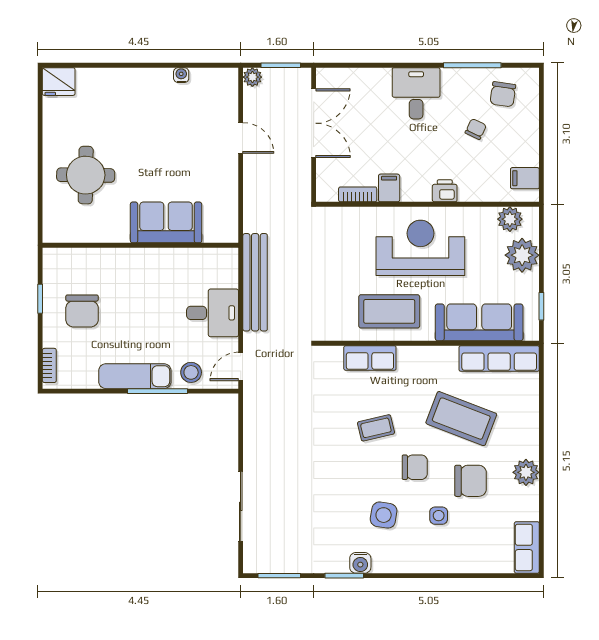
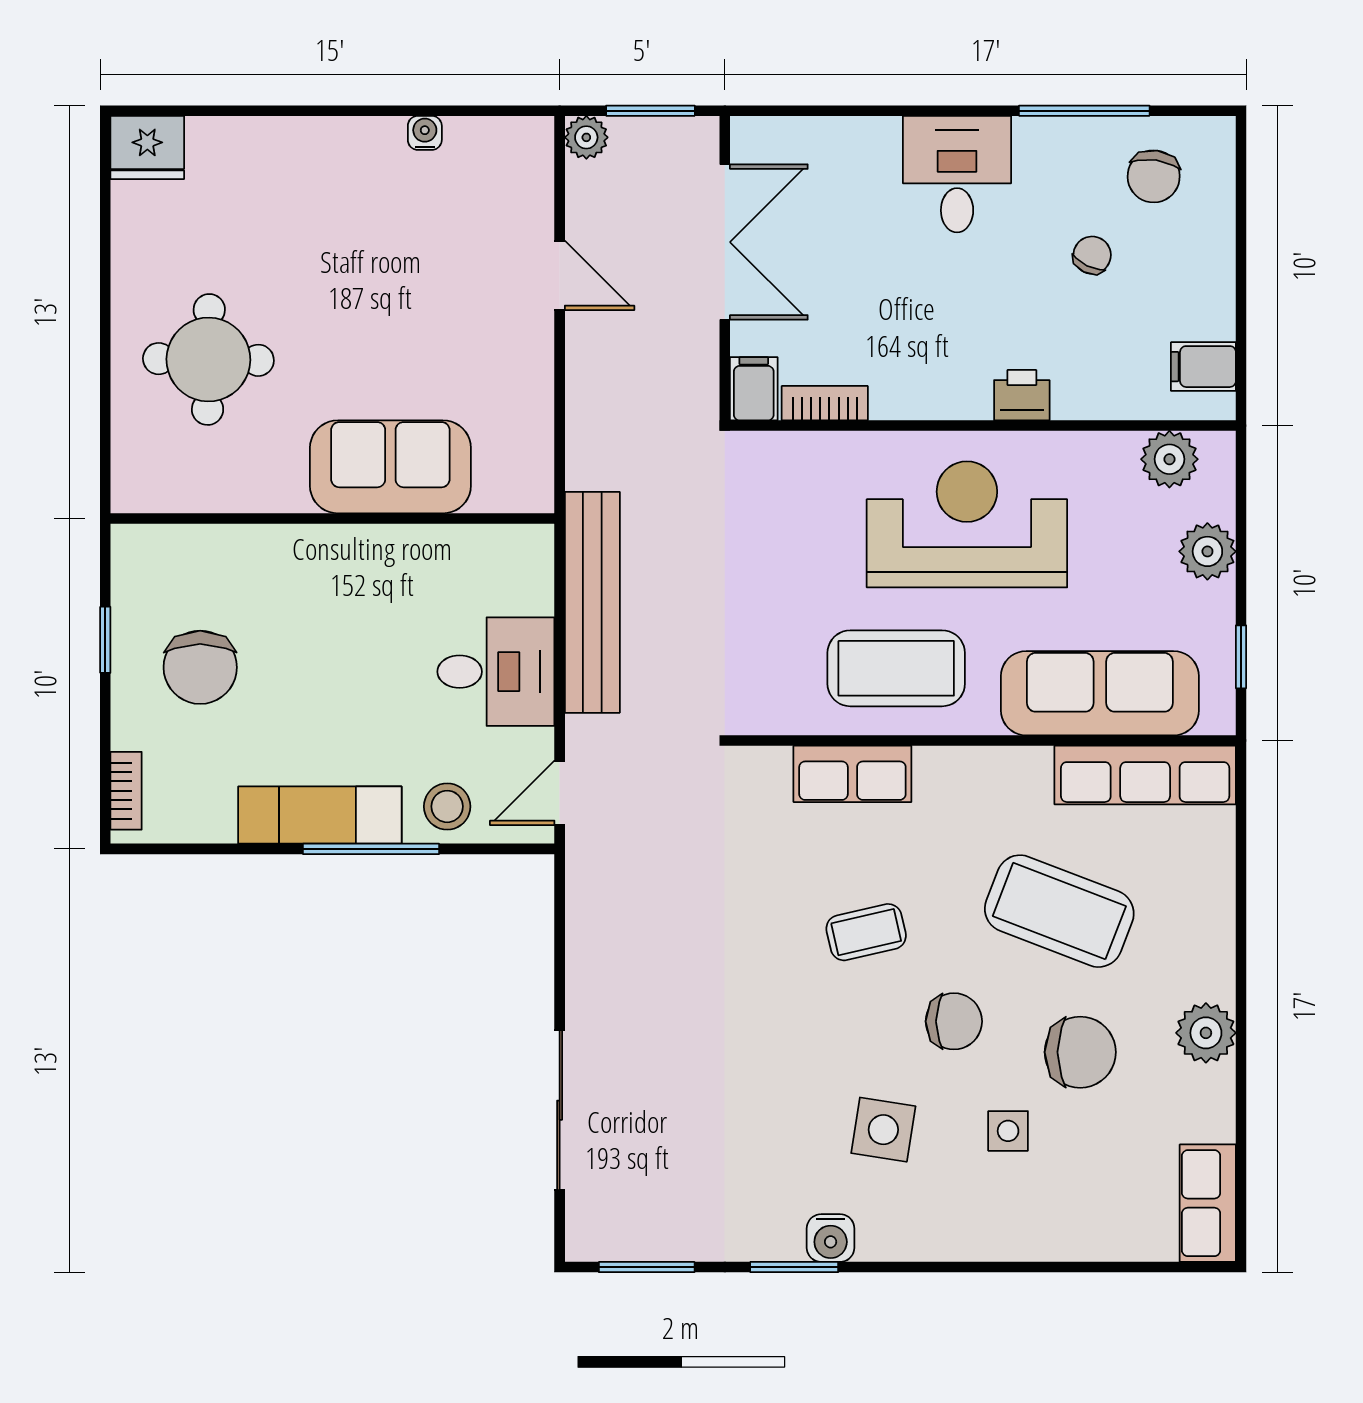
filing cabinet: (389, 188) -> (754, 389), moved
plant: (522, 255) -> (1207, 551), width x0.73, depth x0.73

